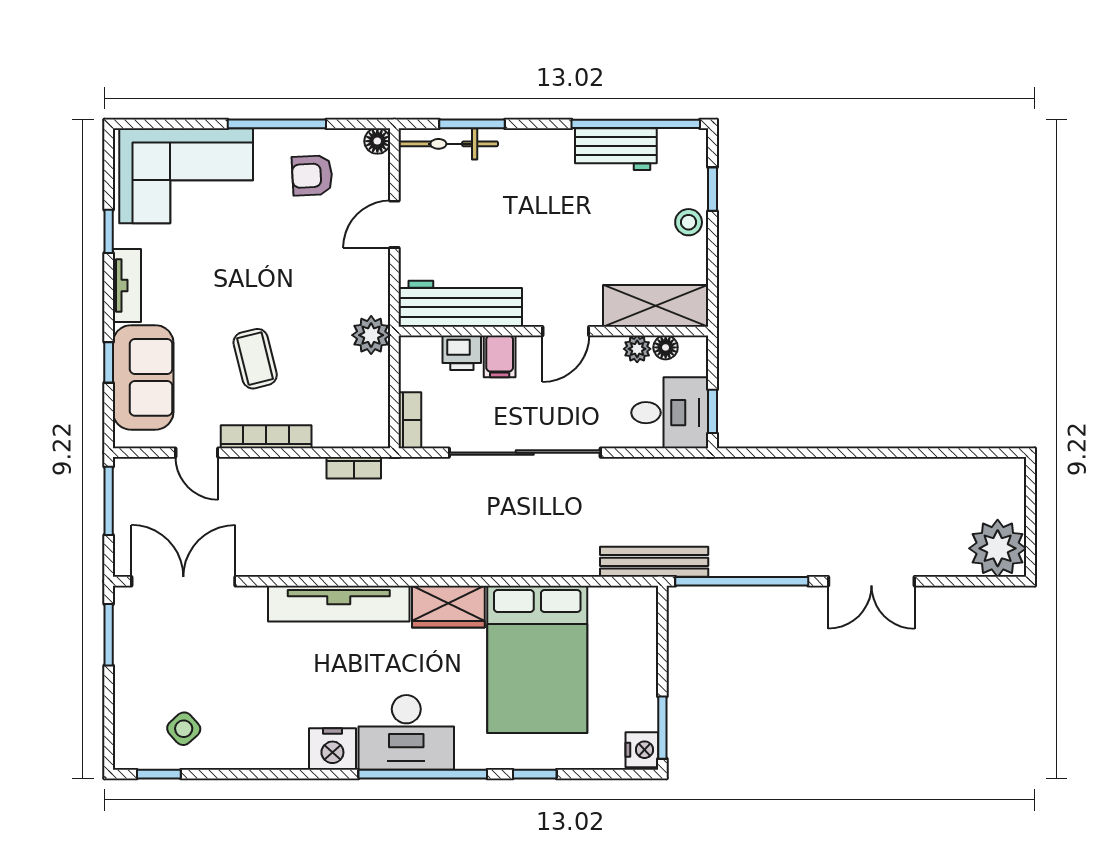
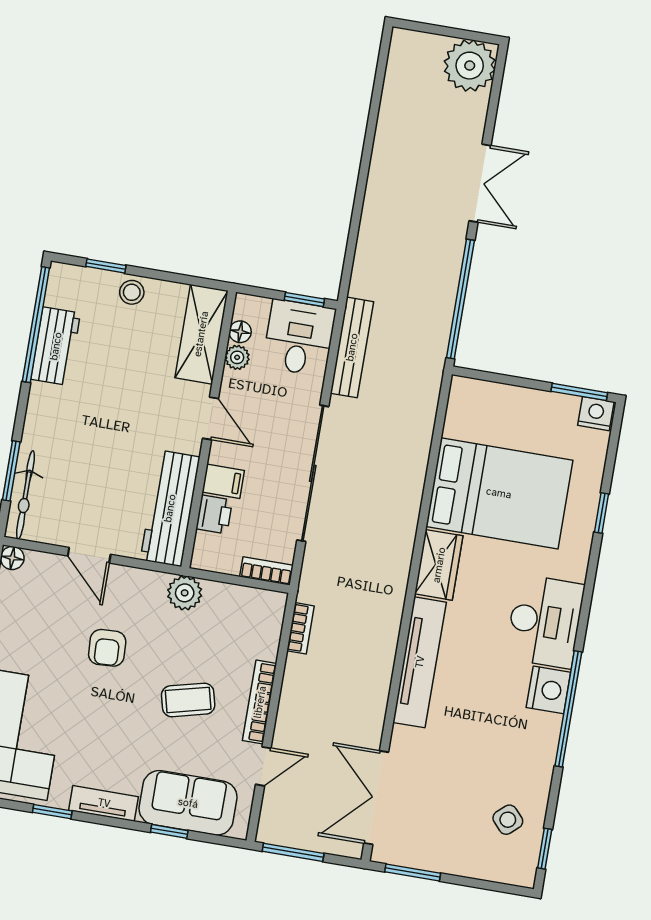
armchair: (312, 175) -> (107, 648), moved
bench: (654, 562) -> (352, 347), moved
window: (423, 774) -> (568, 709), moved

